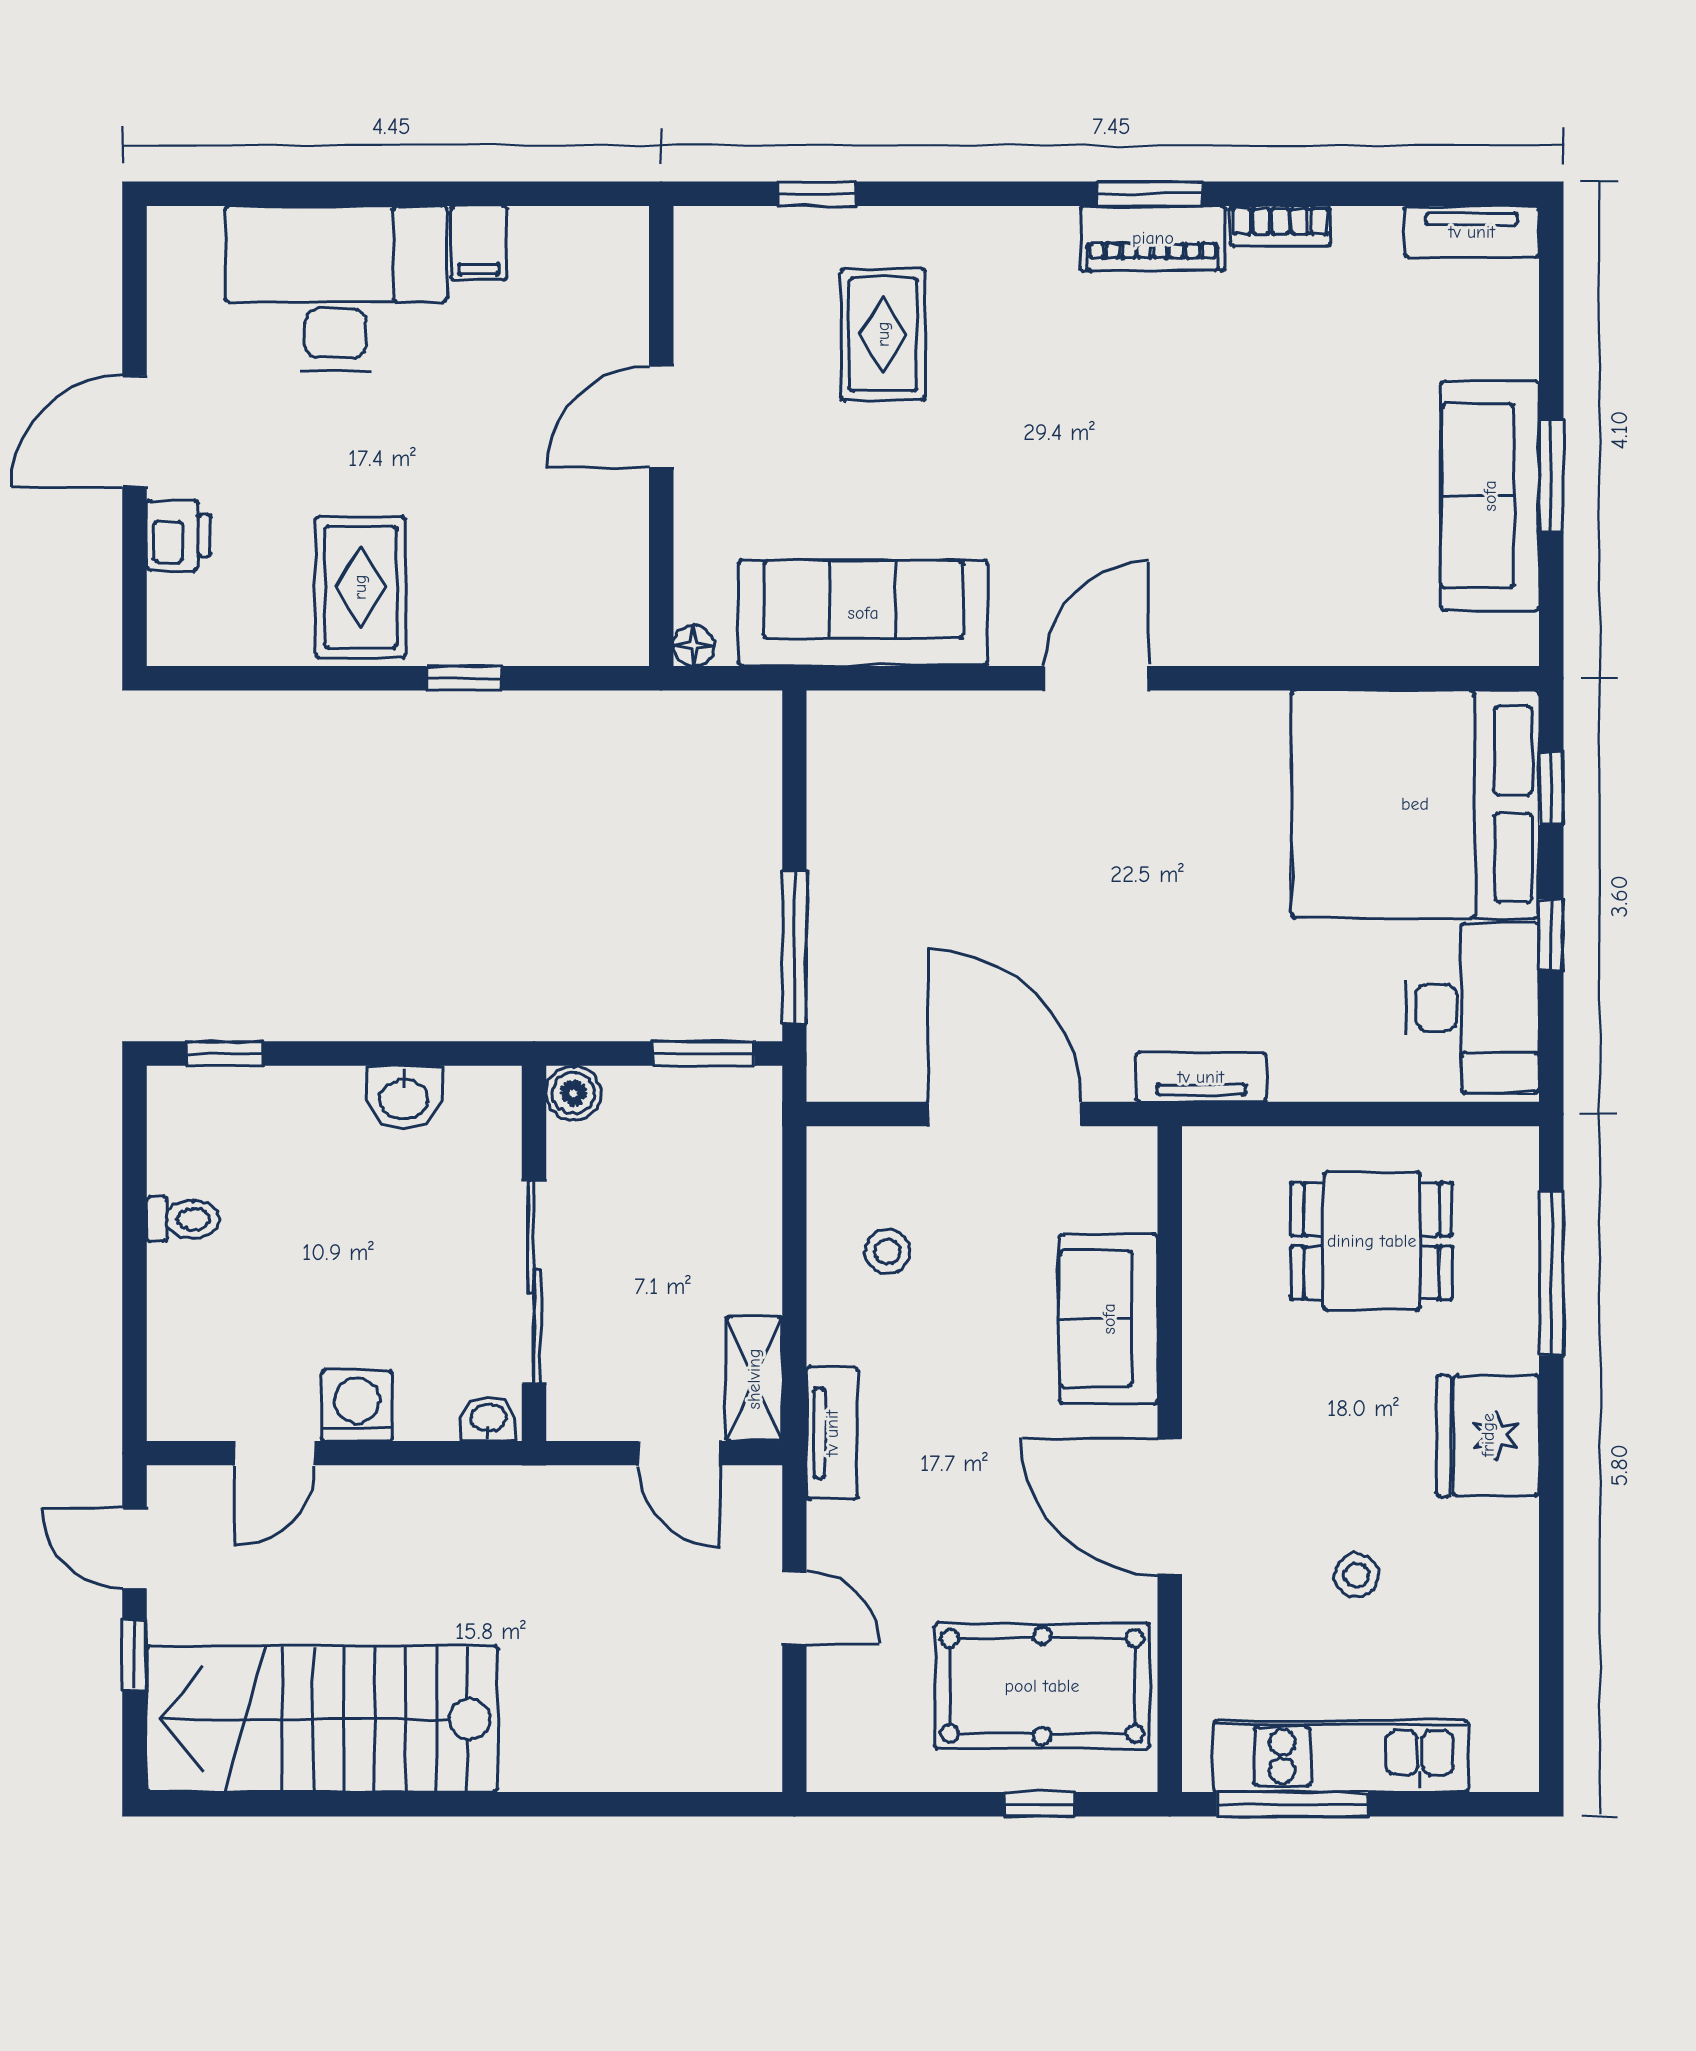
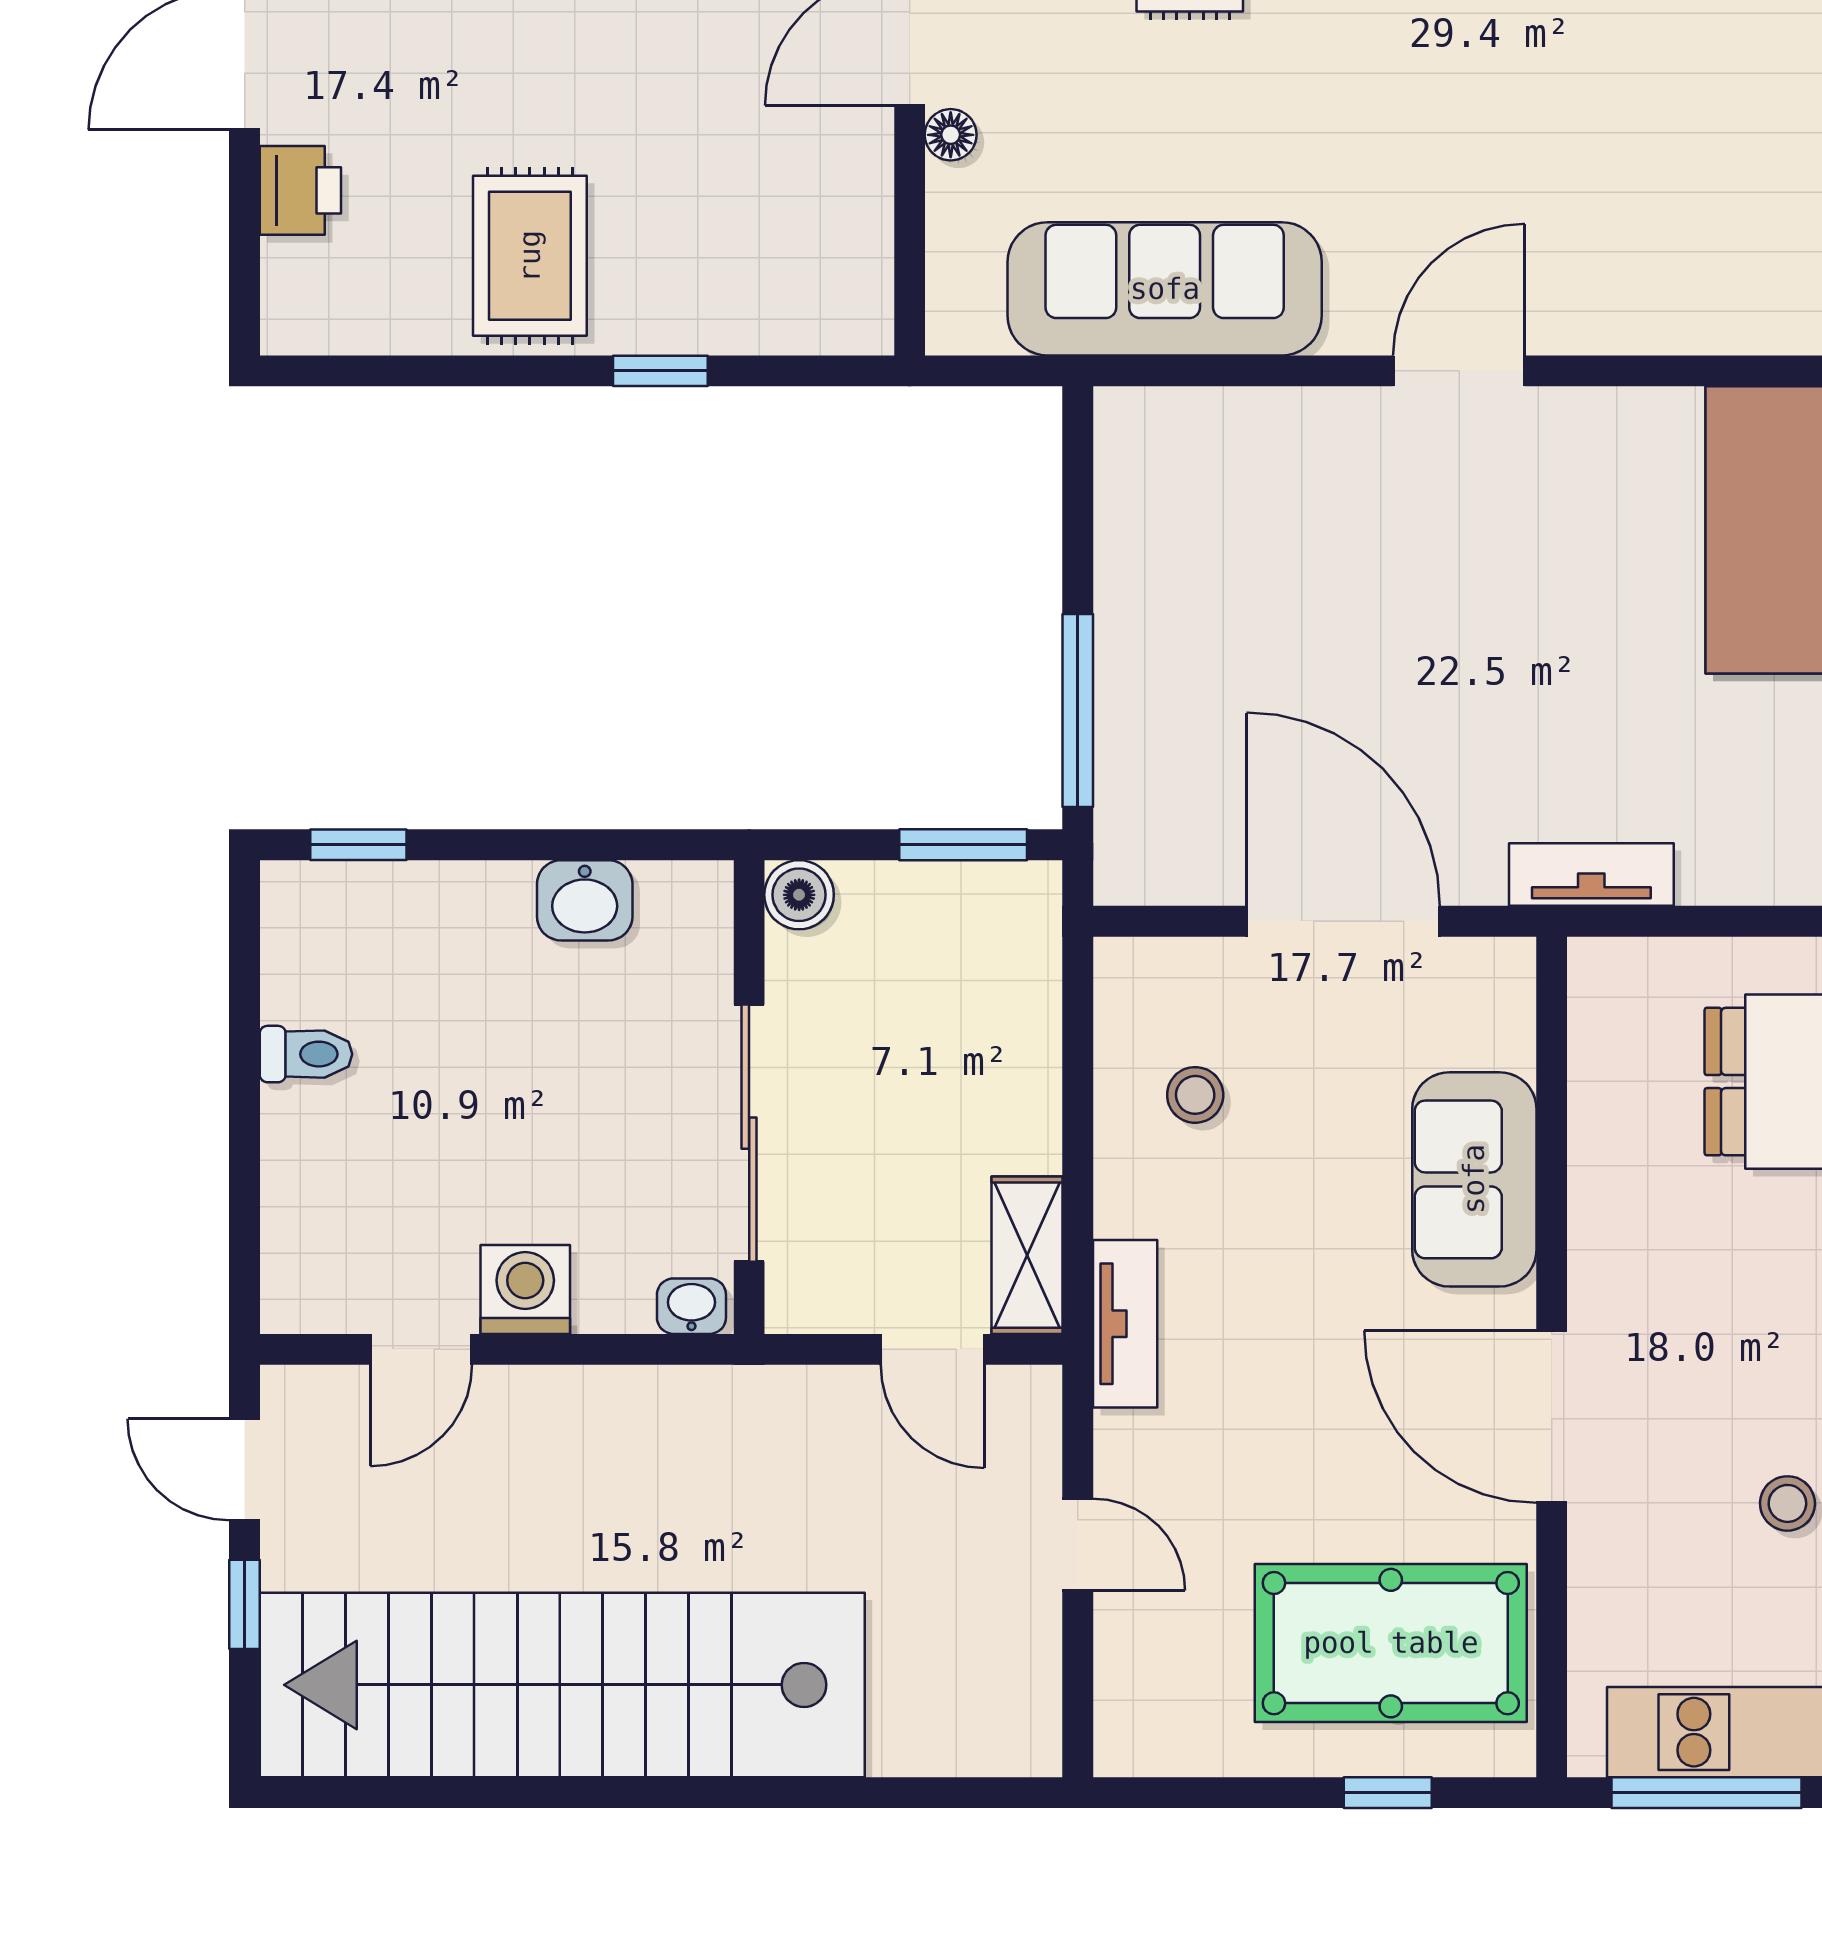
floor lamp: (694, 646) -> (951, 135), moved
stairs: (322, 1719) -> (562, 1685), width x1.36

